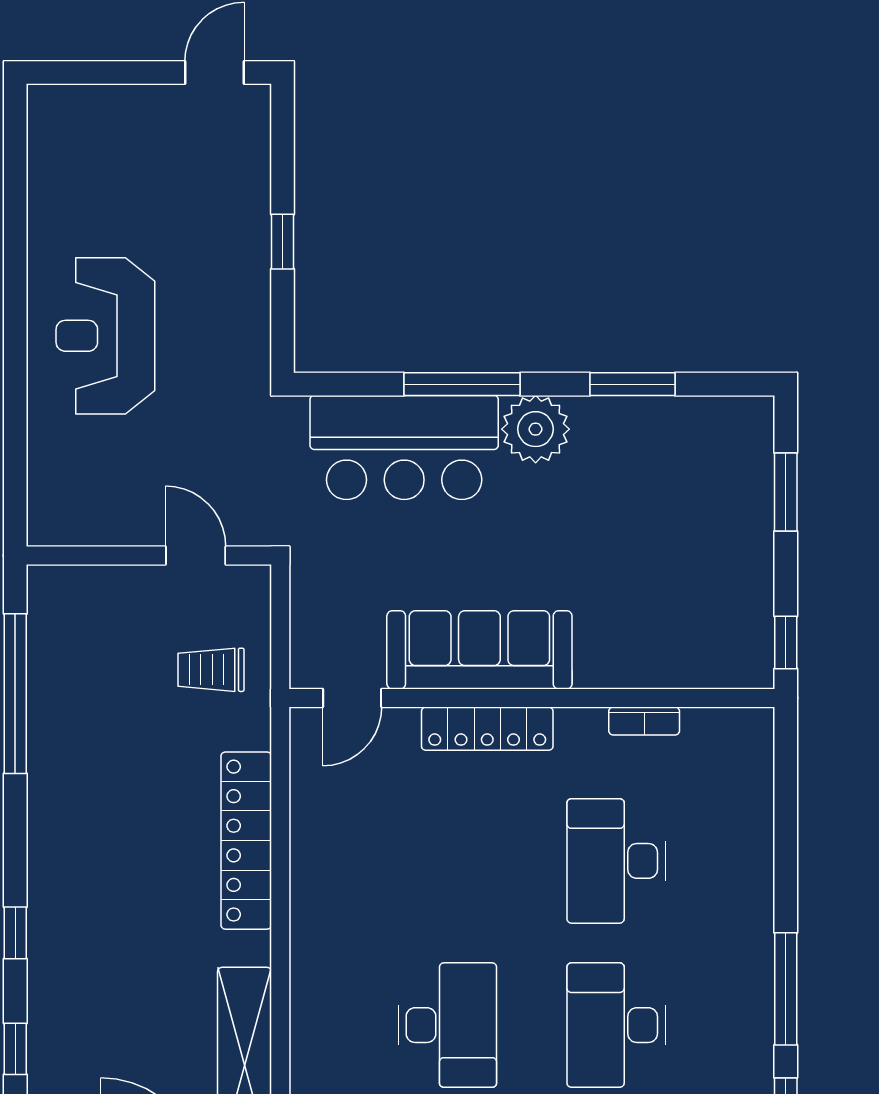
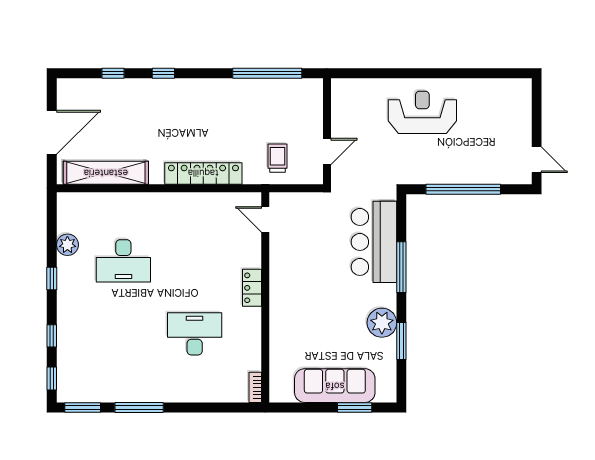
window: (282, 242) -> (463, 189), width x3.17
plant: (536, 429) -> (382, 323), moved
window: (786, 642) -> (289, 407), removed
sofa: (479, 650) -> (335, 386), moved, turned -90
bookcase: (644, 721) -> (255, 387), moved
locker: (487, 729) -> (252, 288), width x0.66
desk: (616, 1025) -> (123, 334), removed

